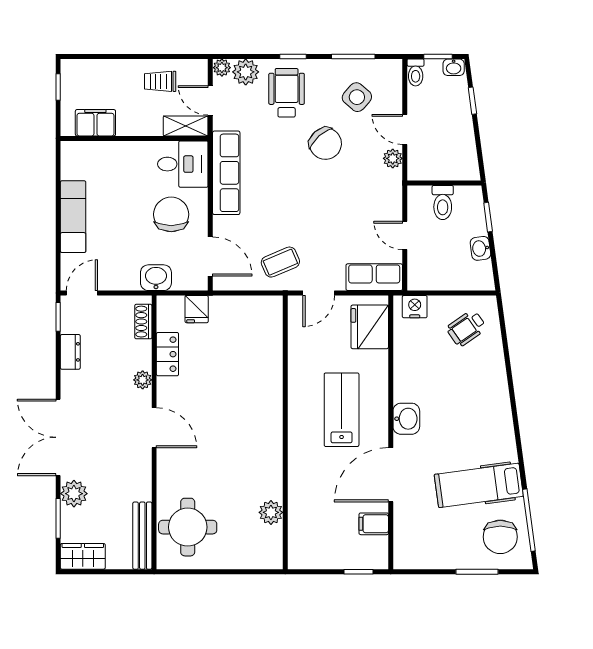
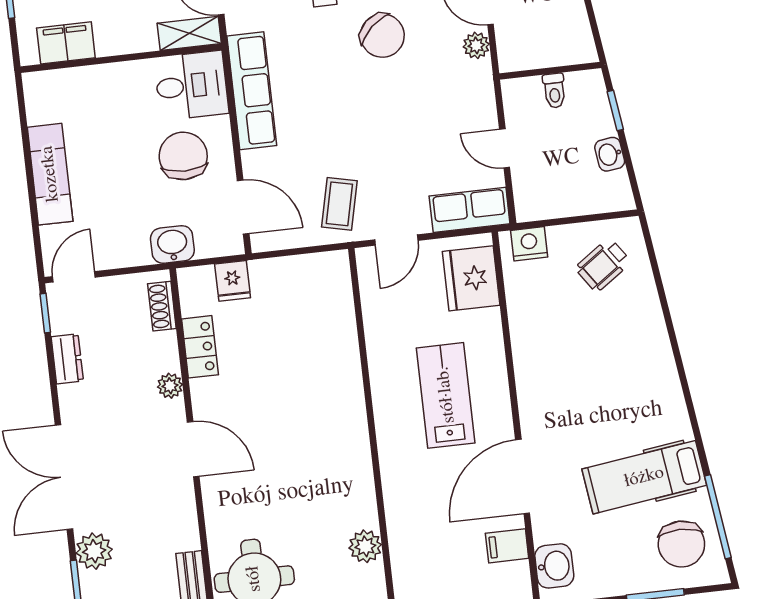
toilet: (443, 202) -> (554, 91), width x0.73, depth x0.72
coffee table: (280, 262) -> (339, 204), turned -54
washbasin: (406, 419) -> (554, 566), moved

